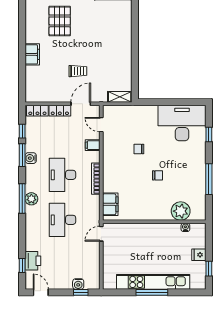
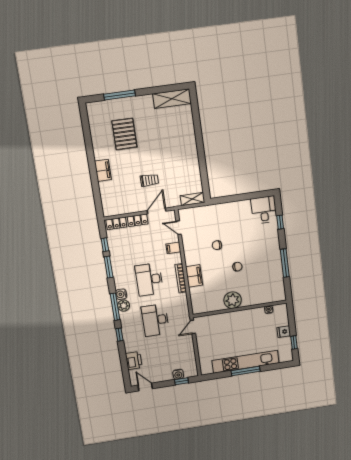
desk: (182, 123) -> (264, 210), width x0.53, depth x0.77
water cooler: (31, 158) -> (121, 294), moved
filing cabinet: (110, 204) -> (194, 276), moved
plant: (181, 211) -> (233, 300), moved
window: (22, 266) -> (119, 335), moved

